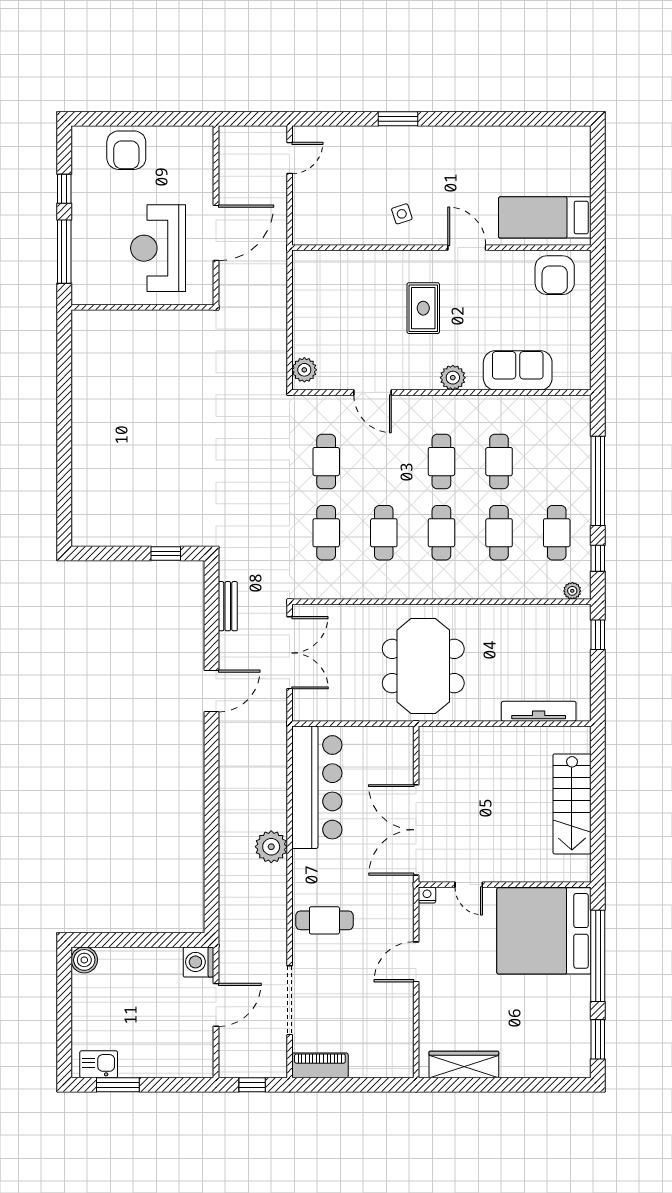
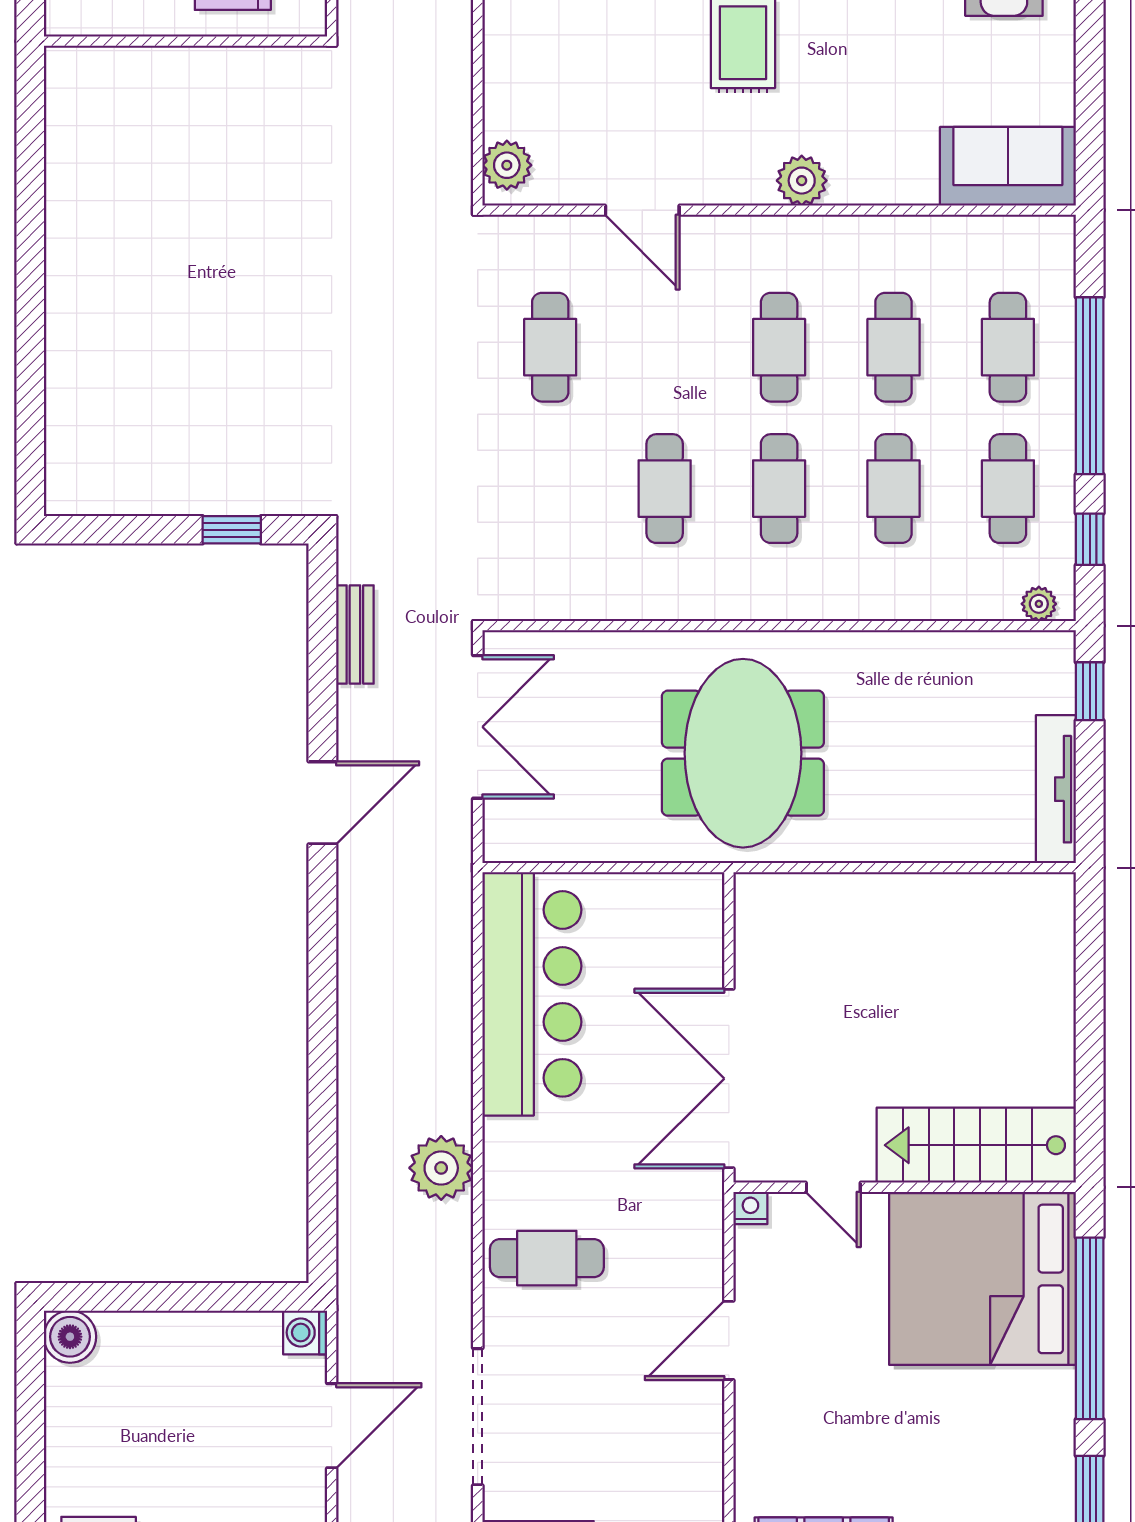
sofa: (518, 370) -> (1008, 166), moved
cafe table: (326, 533) -> (1008, 347), moved
tv unit: (539, 711) -> (1056, 789), moved, turned -90
stairs: (572, 804) -> (976, 1145), moved, turned 90
plant: (271, 847) -> (441, 1168), moved
washing machine: (199, 962) -> (305, 1332), width x0.73, depth x0.73

